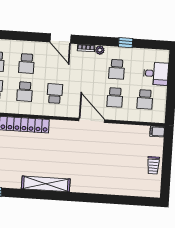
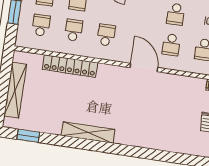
school desk: (25, 92) -> (74, 30), turned 180

